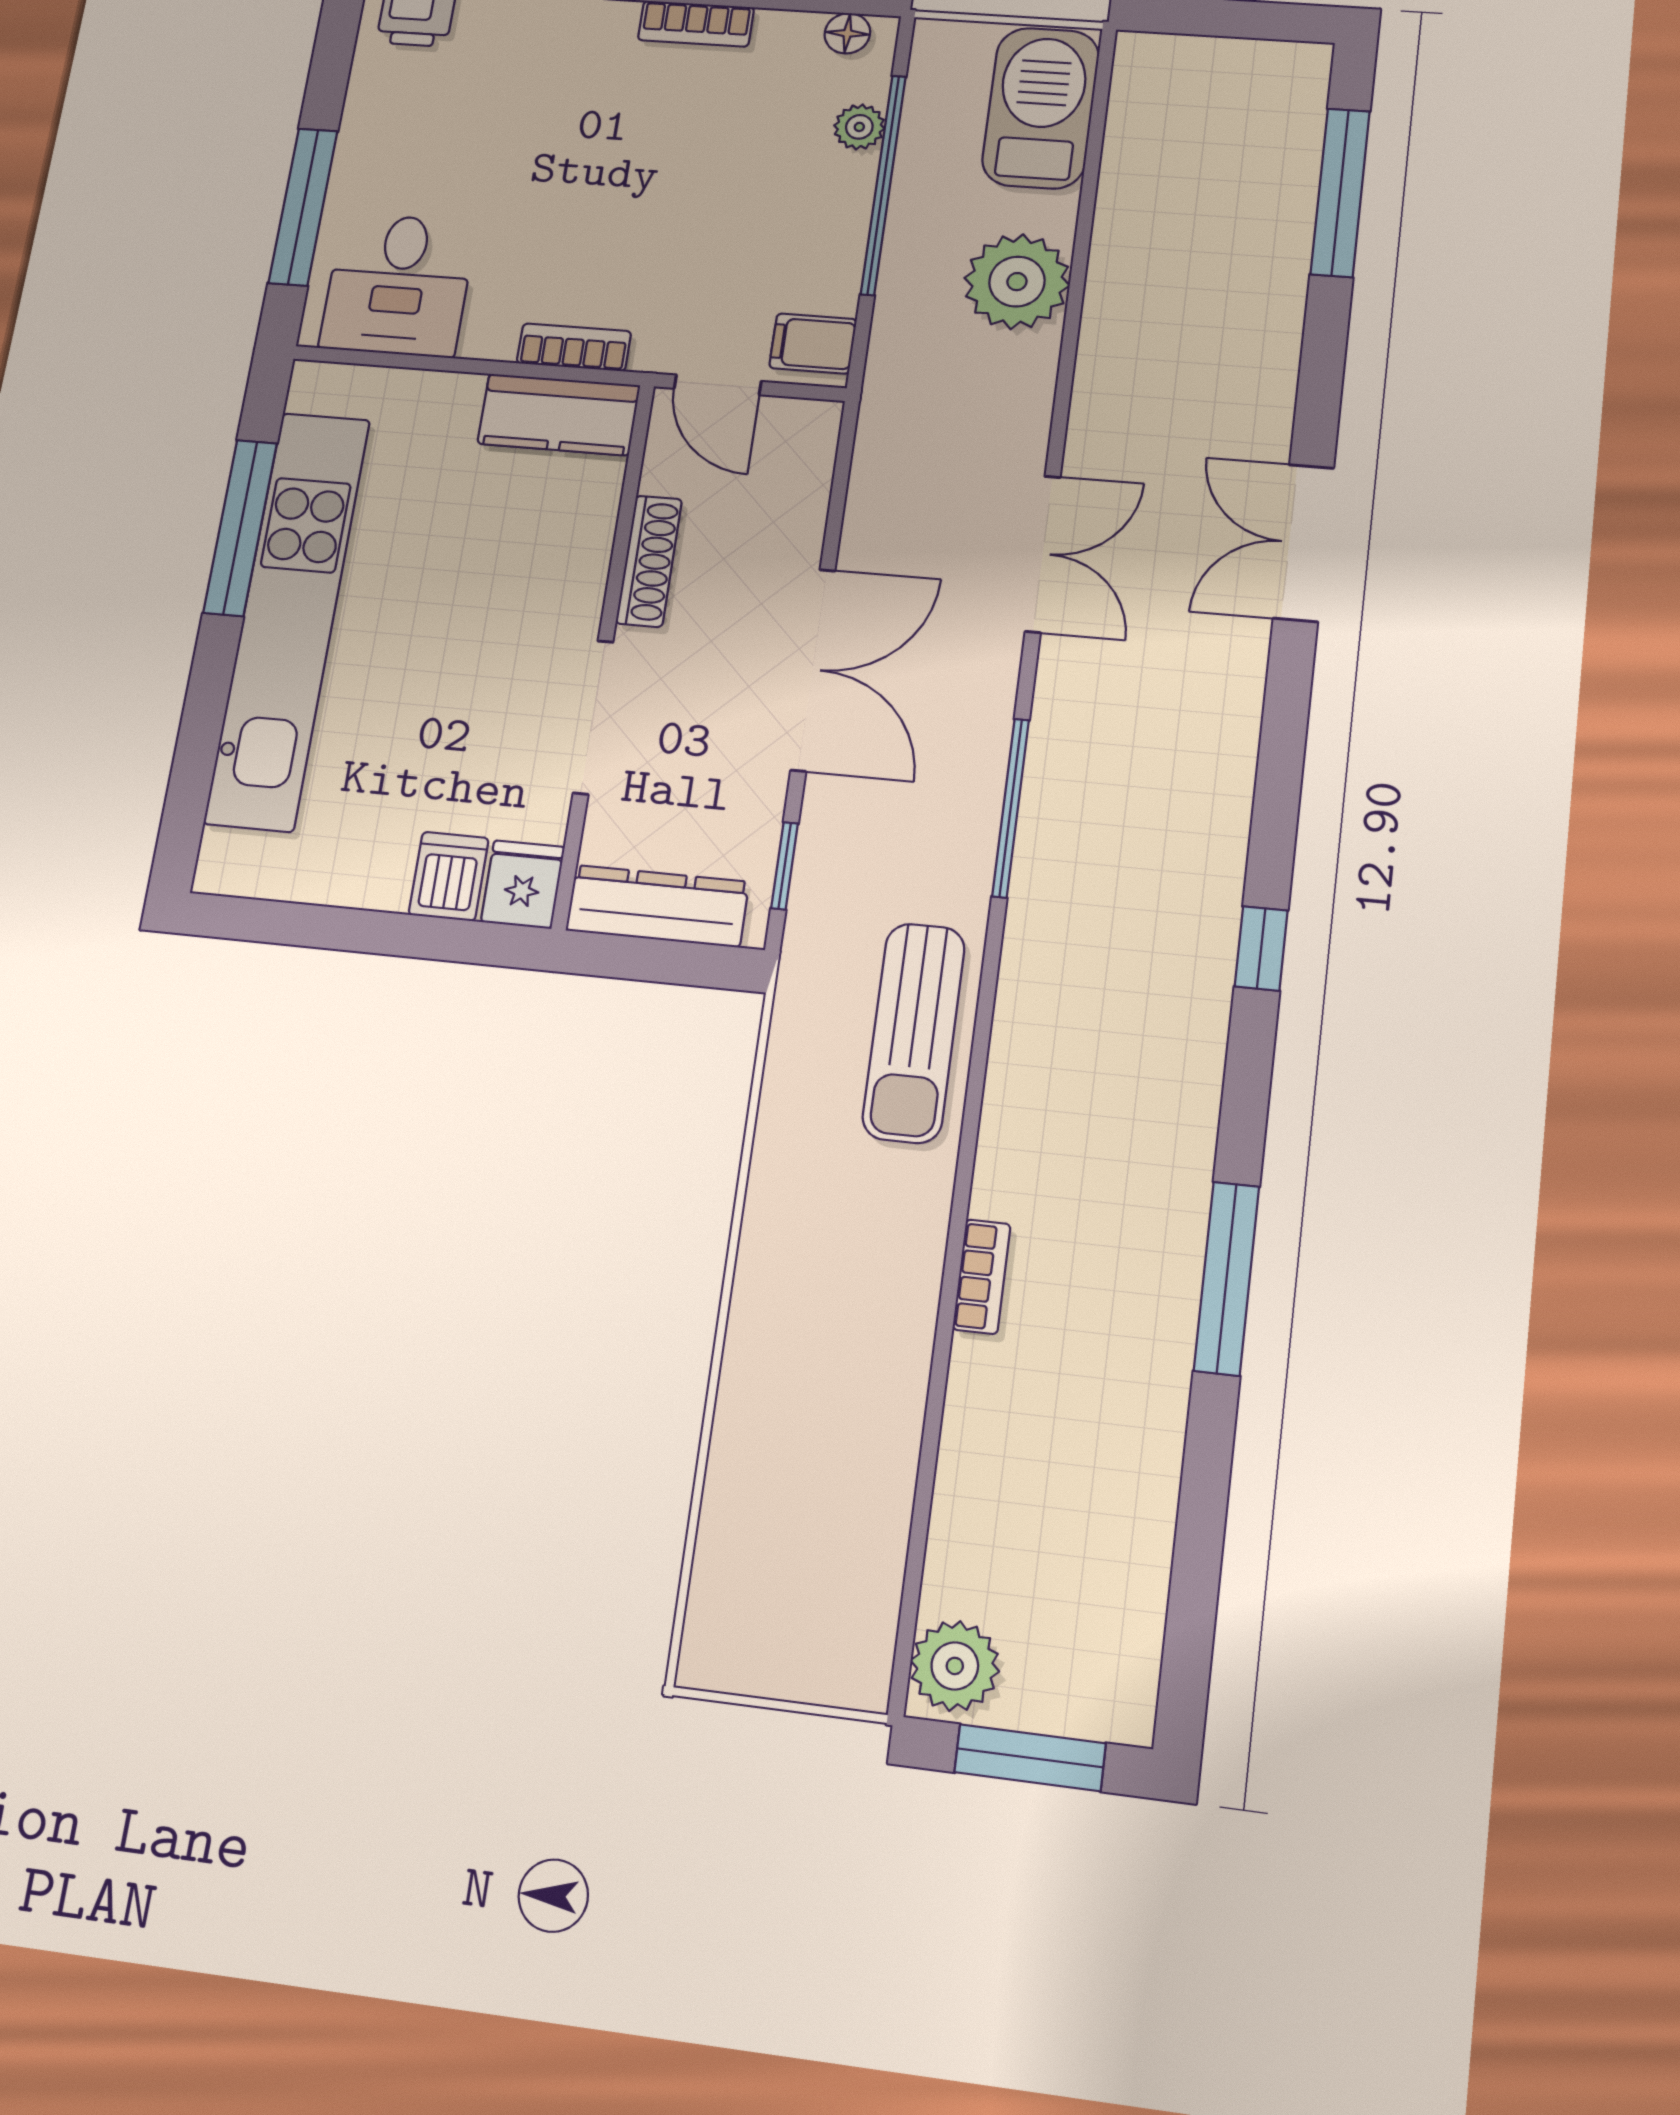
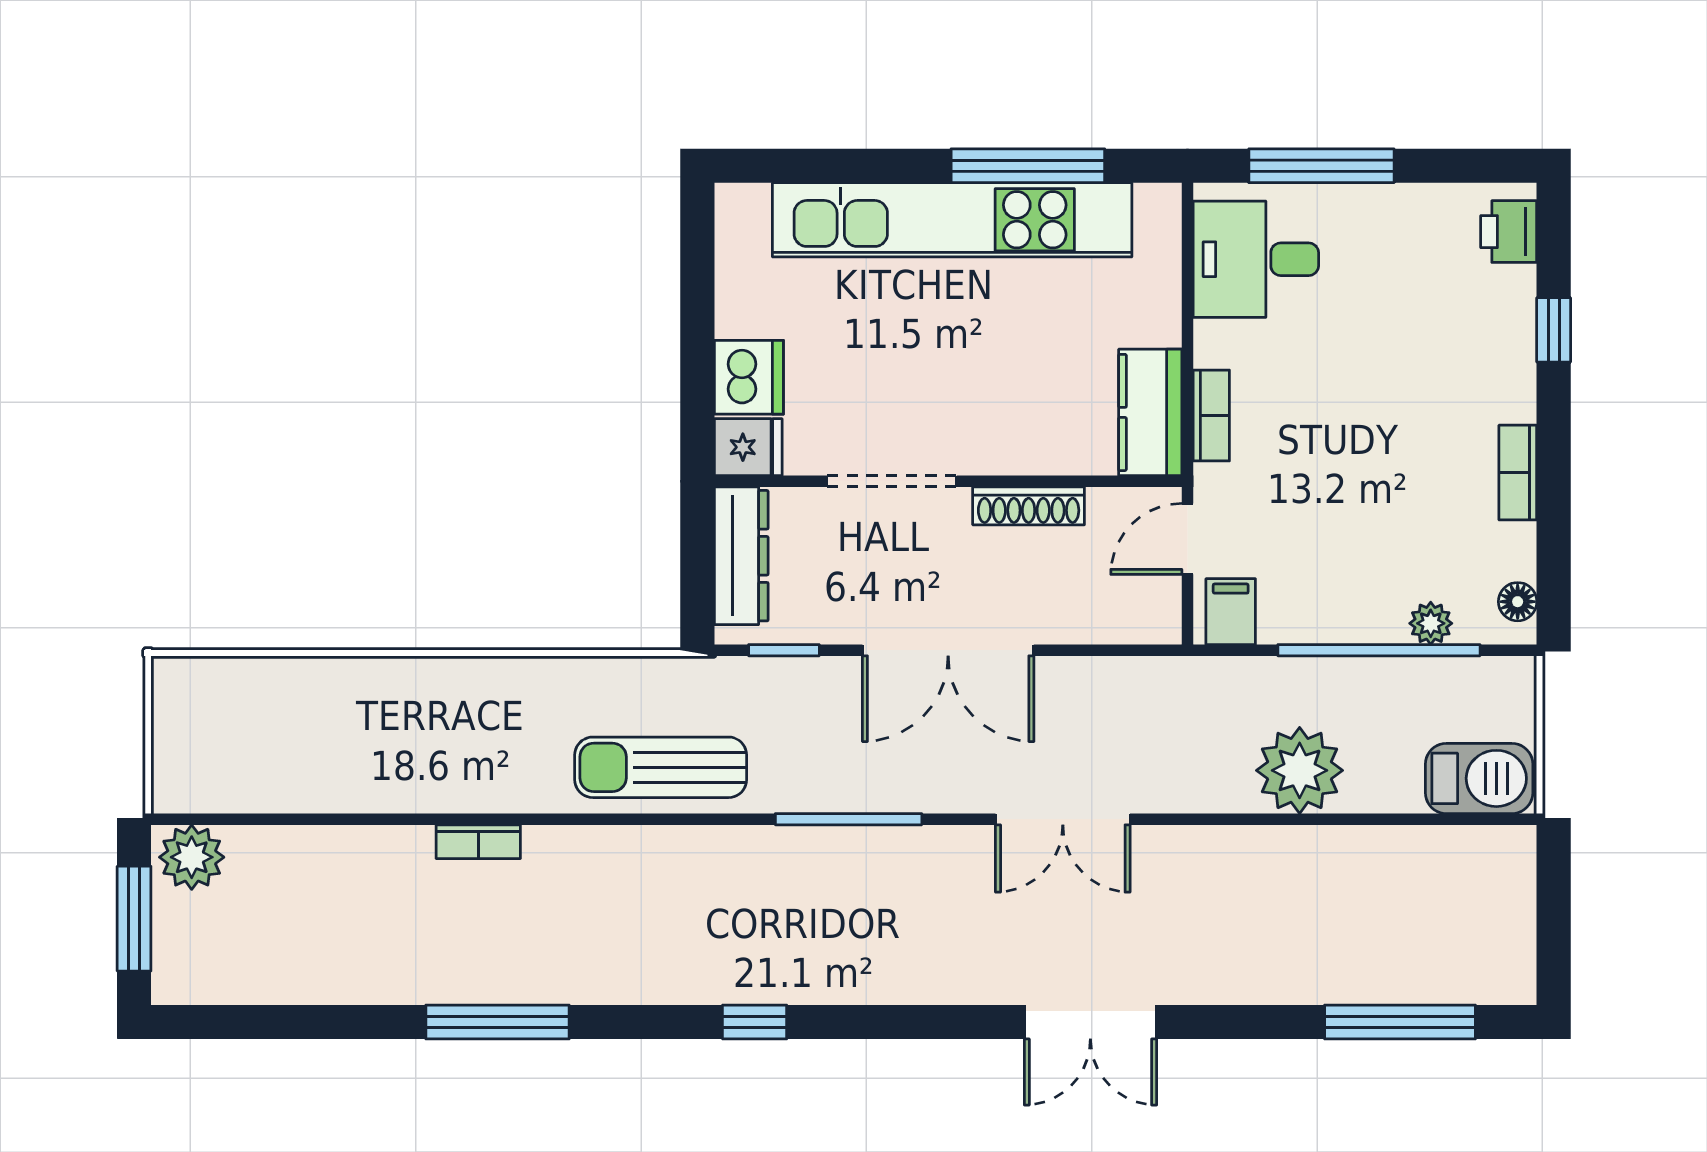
barbecue: (1041, 108) -> (1479, 778), width x0.73, depth x0.83
double door: (1304, 543) -> (1090, 1022), swing flipped
dishwasher: (449, 876) -> (749, 377), width x1.38

